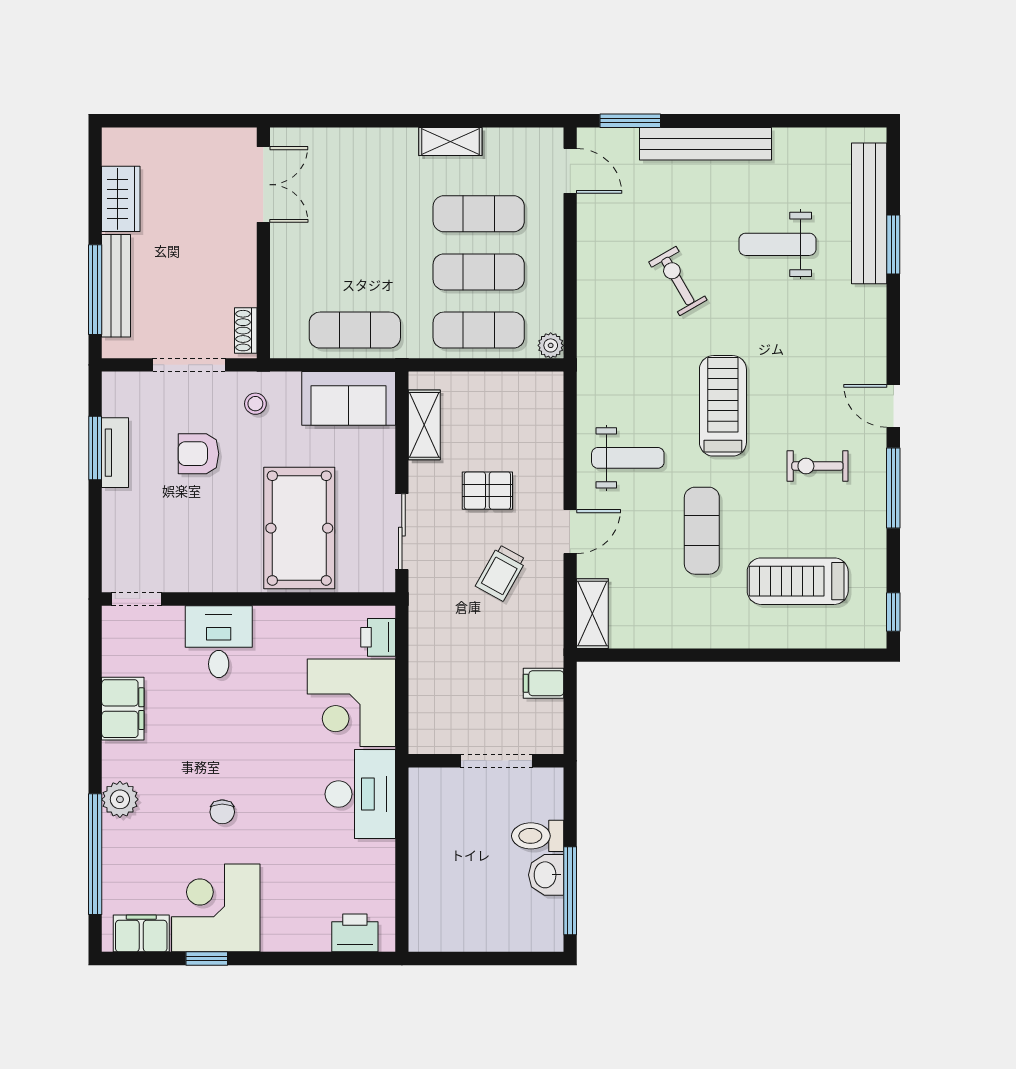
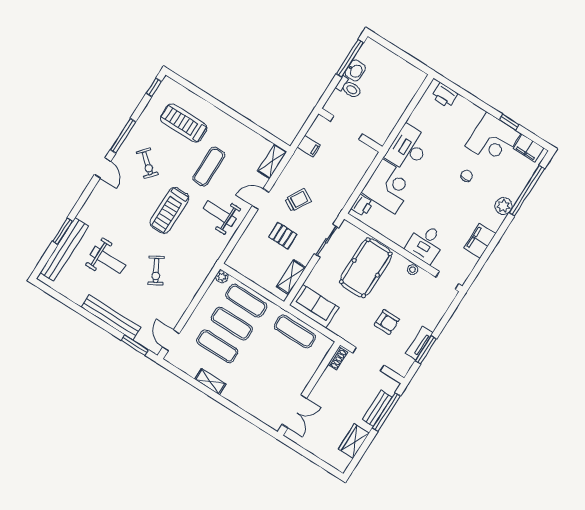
double door: (263, 185) -> (294, 411), swing flipped
bench: (116, 286) -> (377, 408), width x0.73
stool: (255, 404) -> (413, 270), moved
exercise bike: (817, 466) -> (147, 163), turned 41
treadmill: (798, 581) -> (184, 123), turned 180

